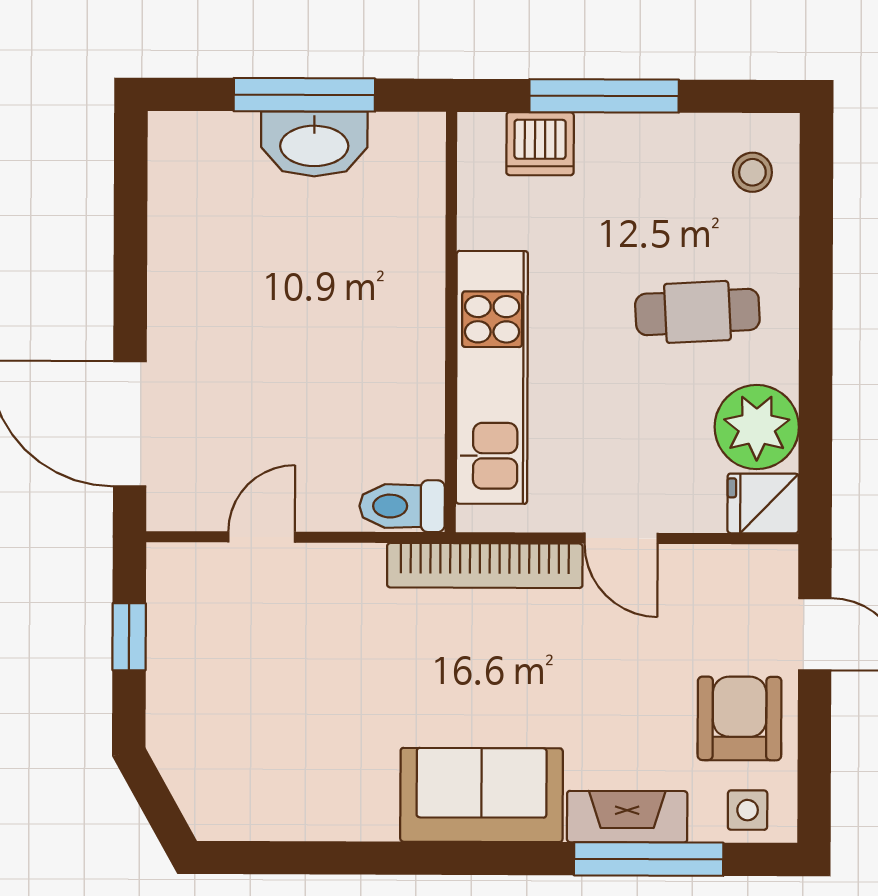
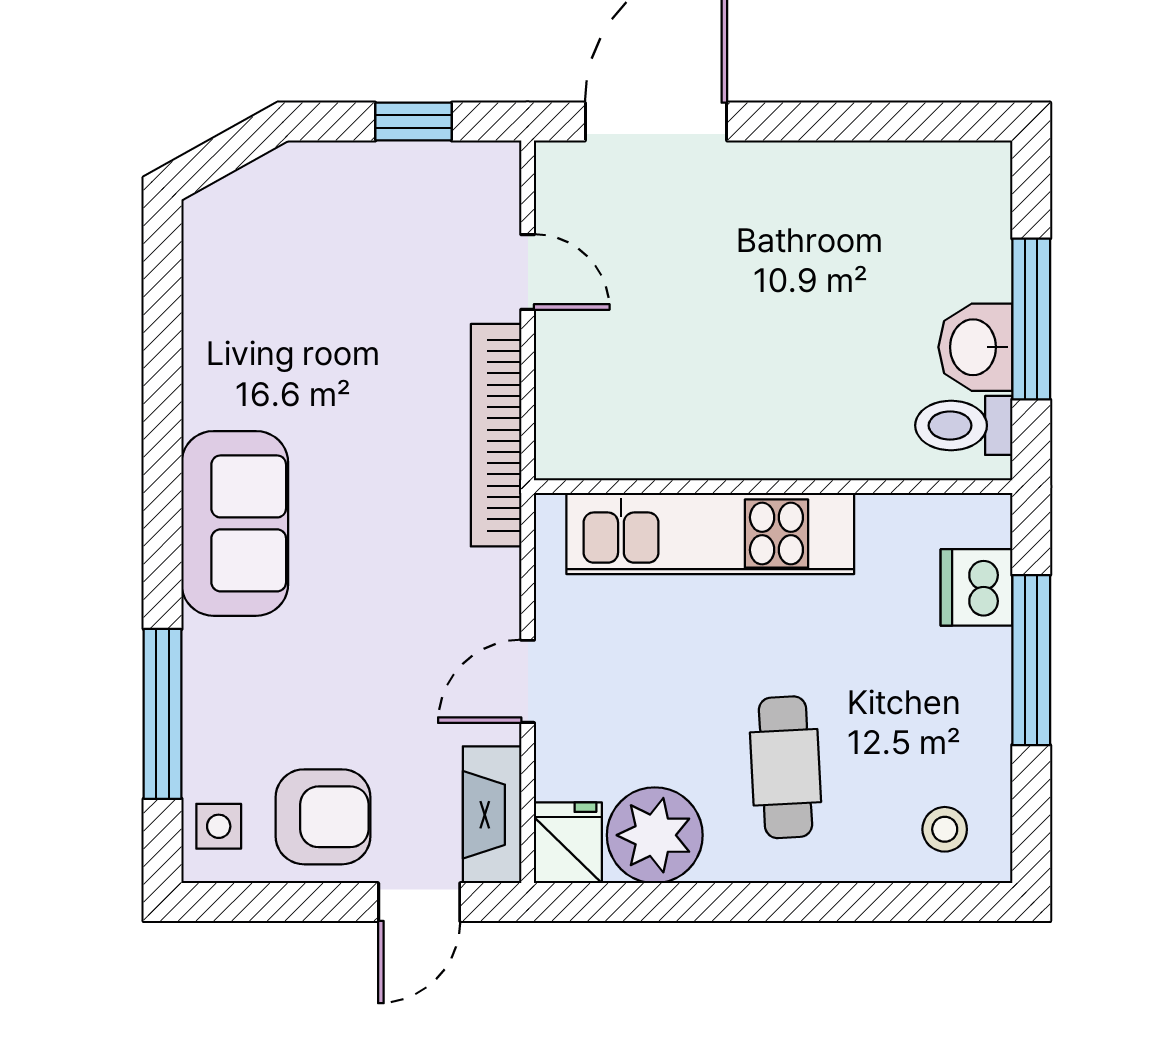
washbasin: (314, 144) -> (975, 347), width x0.72
toilet: (402, 506) -> (964, 425), moved, turned -90
bookcase: (485, 565) -> (496, 435), moved
fireplace: (627, 817) -> (492, 815), moved, turned 180

